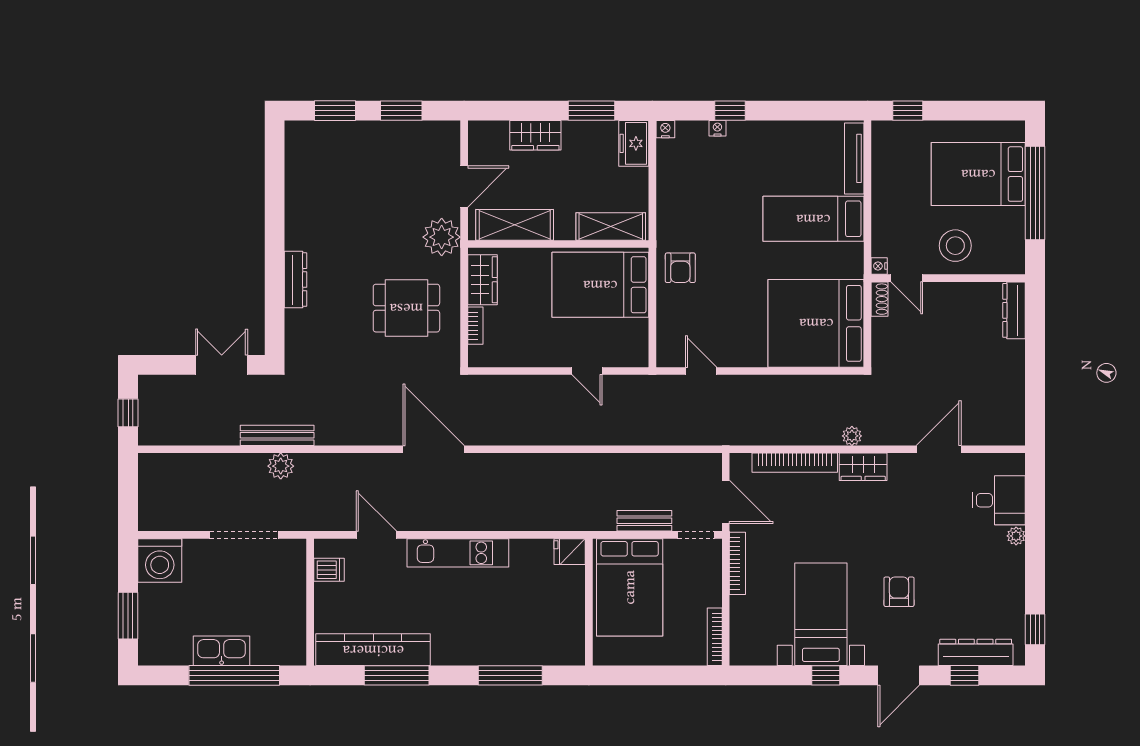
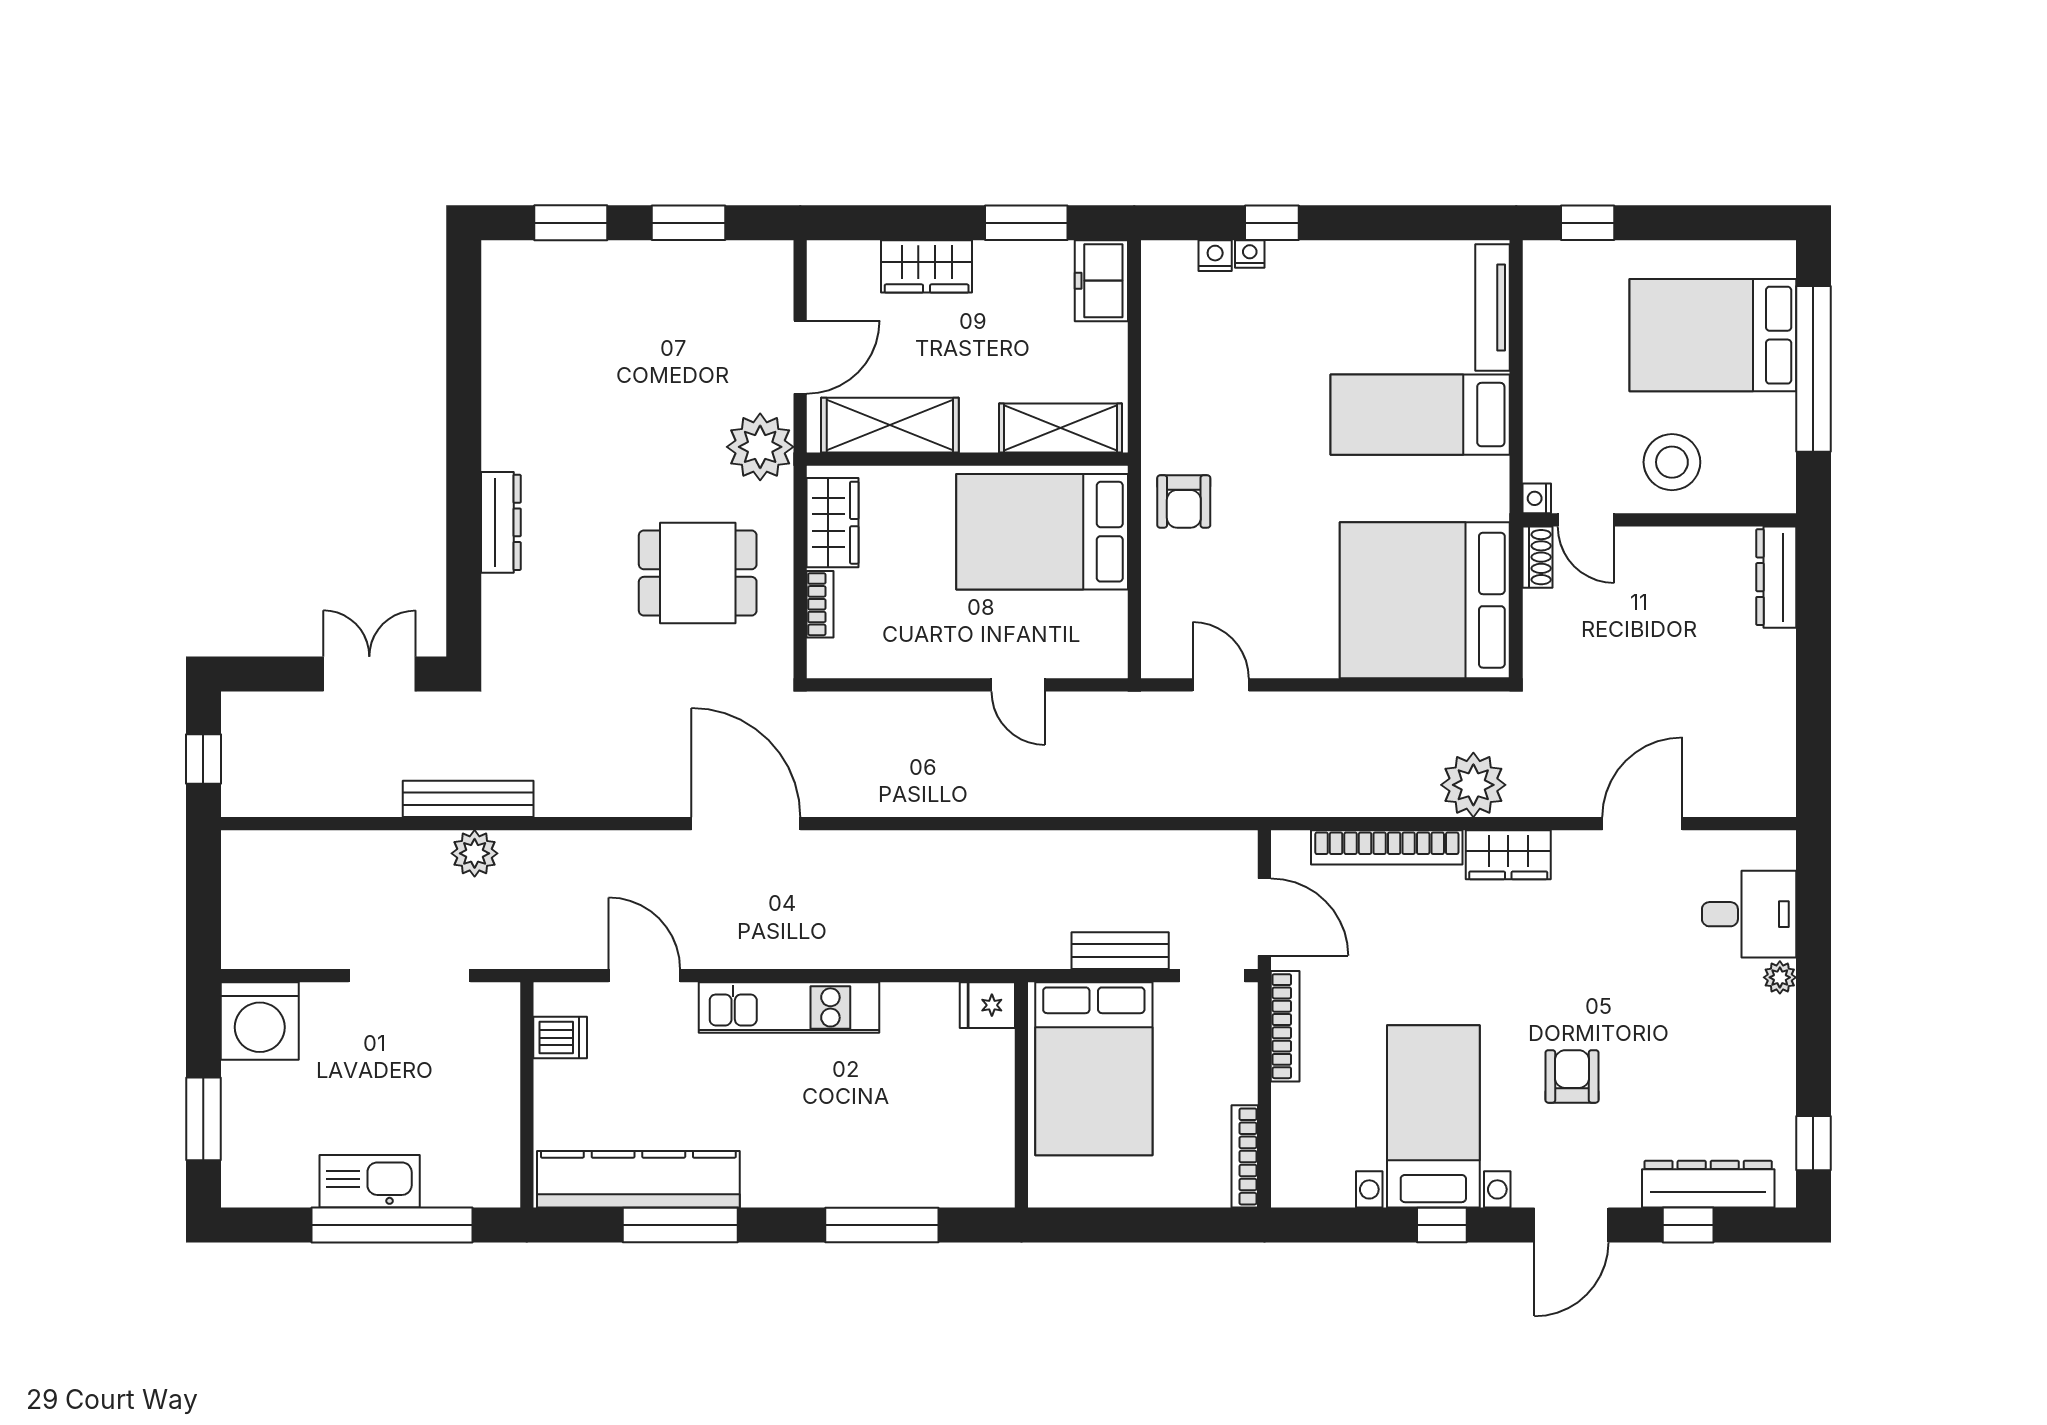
nightstand: (665, 129) -> (1215, 256), moved
plant: (852, 436) -> (1473, 785), width x1.88, depth x1.88

